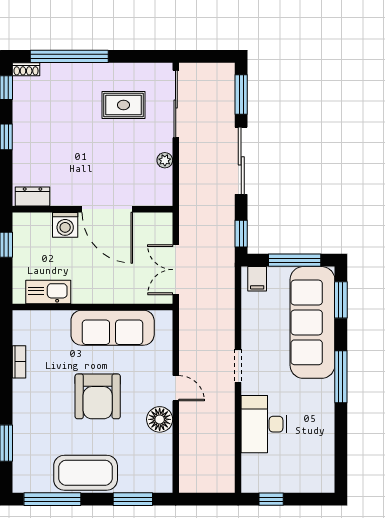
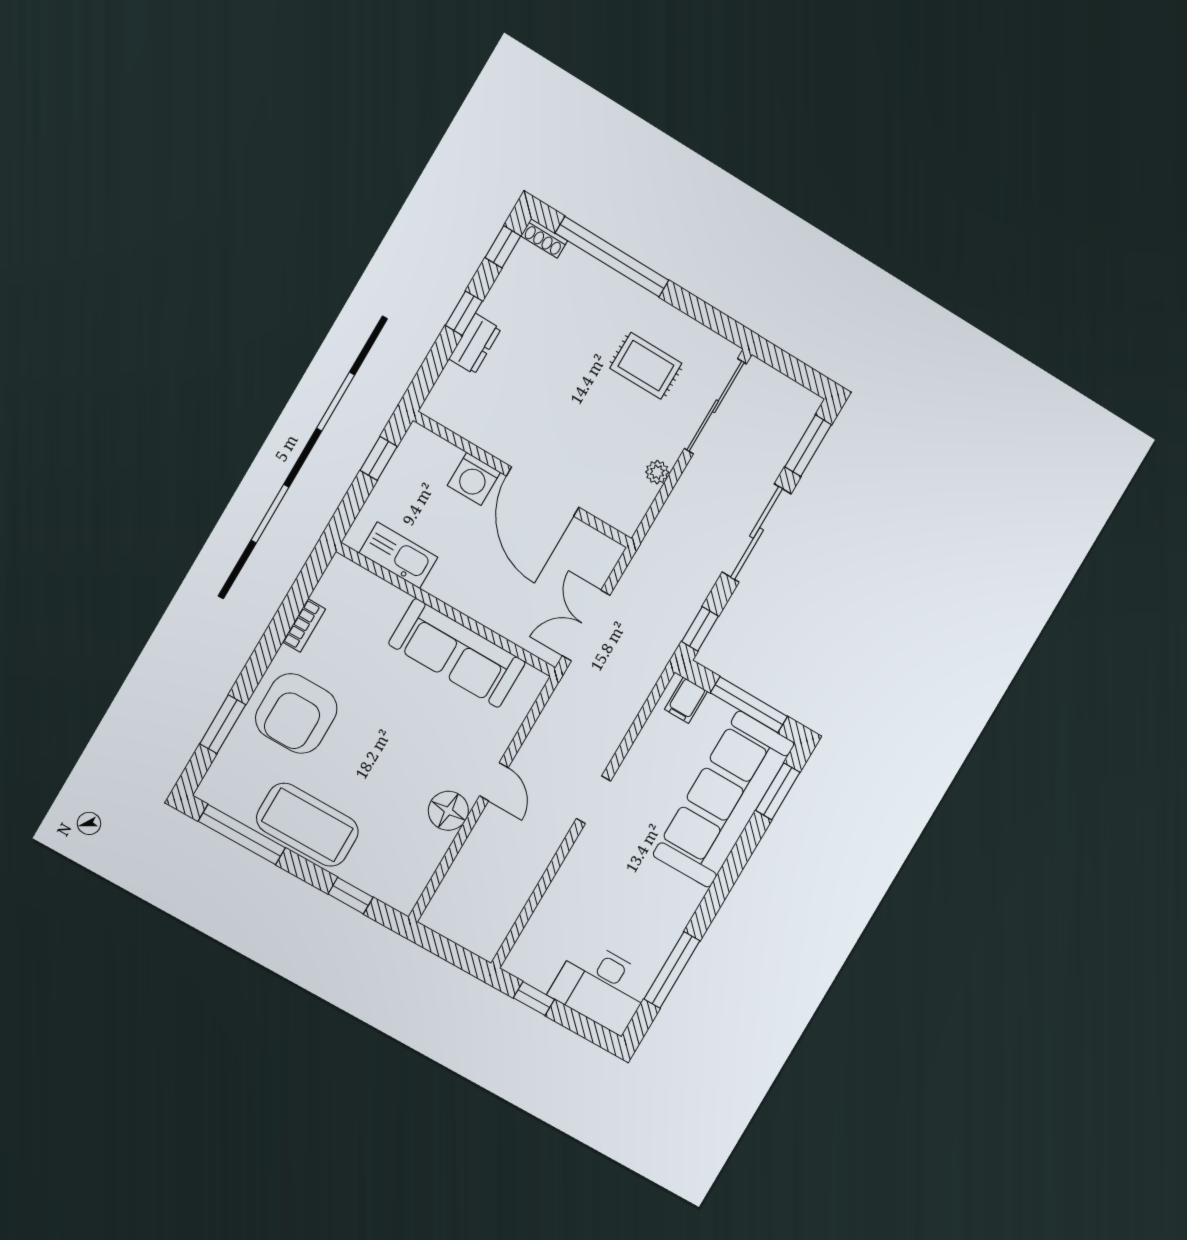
dresser: (33, 196) -> (475, 344), moved, turned 90
window: (341, 377) -> (672, 970), moved
armchair: (98, 396) -> (296, 714), moved
desk: (264, 424) -> (601, 987), moved, turned -90
window: (133, 499) -> (351, 896), width x0.67

